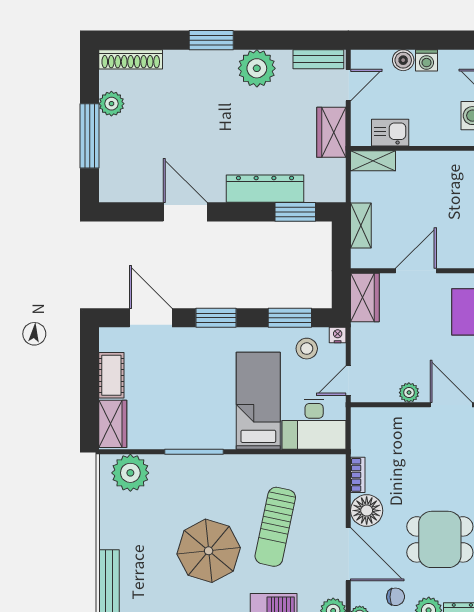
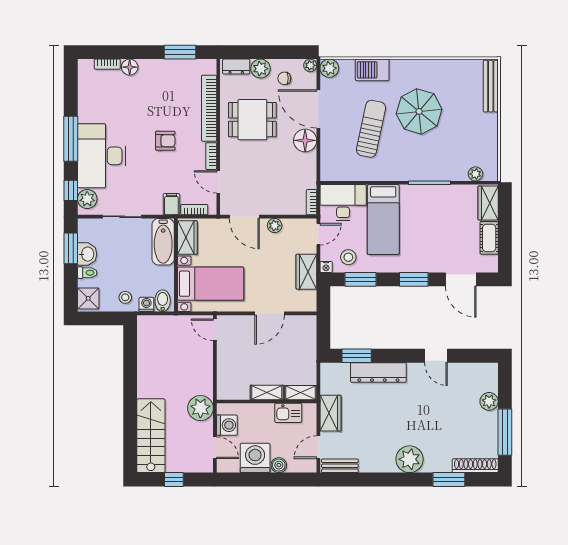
window: (211, 40) -> (449, 480), moved
washing machine: (427, 60) -> (255, 458), width x1.89, depth x1.89
plant: (257, 68) -> (410, 459), moved
plant: (111, 104) -> (489, 401), moved
window: (90, 136) -> (505, 432), moved
door: (185, 212) -> (436, 356), width x0.73
shelving: (361, 225) -> (267, 392), moved, turned 90
wardrobe: (365, 297) -> (306, 272), moved
plant: (130, 473) -> (475, 174), width x0.53, depth x0.53
bookcase: (358, 475) -> (312, 202), moved

